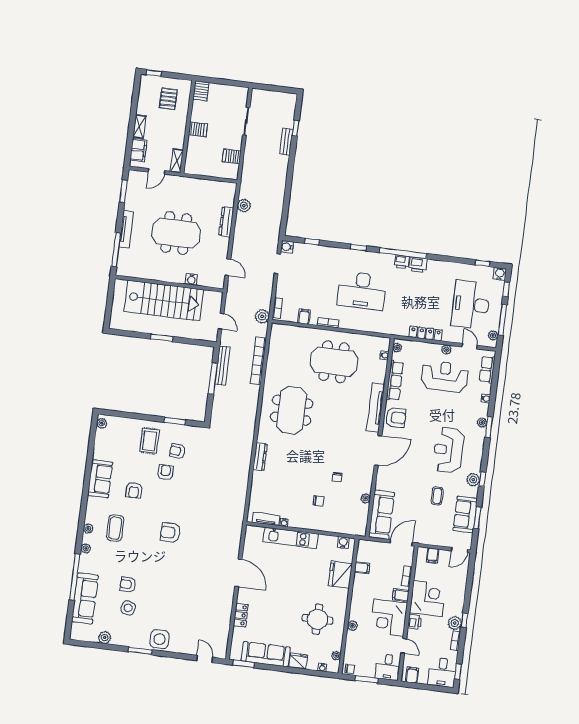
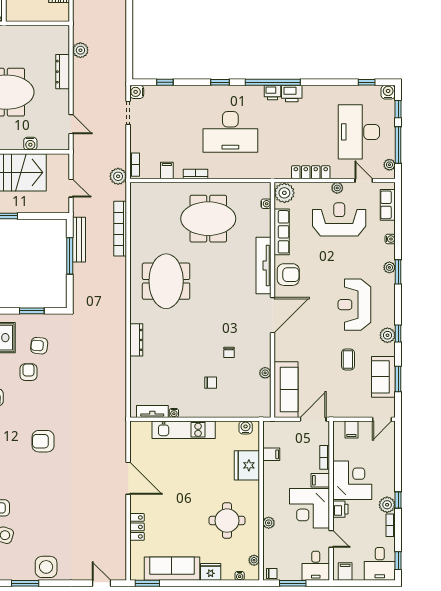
plant: (397, 348) -> (284, 193), width x1.87, depth x1.87

